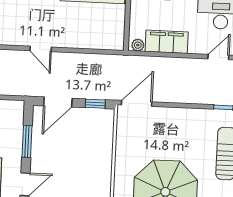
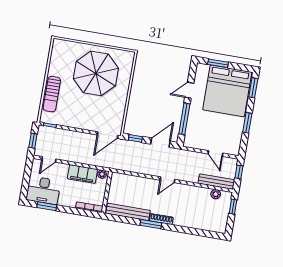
door: (41, 49) -> (167, 180), swing flipped
window: (27, 141) -> (184, 119), width x1.44

